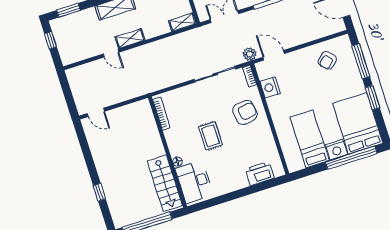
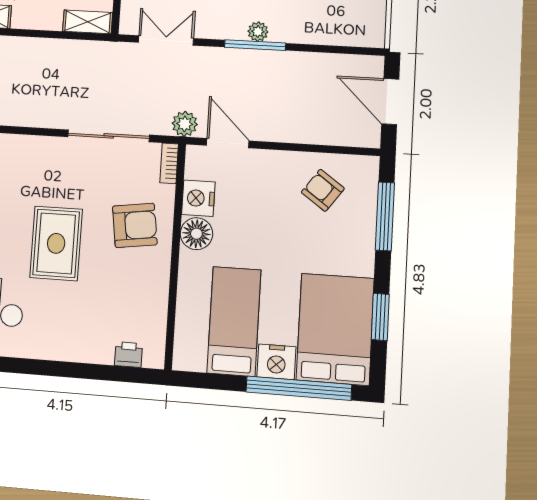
armchair: (327, 60) -> (323, 190), turned 81
window: (372, 98) -> (380, 317), moved
floor lamp: (276, 105) -> (196, 234), added
rug: (210, 136) -> (56, 243), width x1.36, depth x1.43
printer: (260, 174) -> (128, 355), width x0.53, depth x0.68

